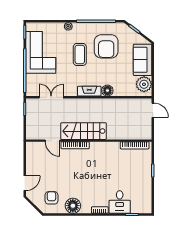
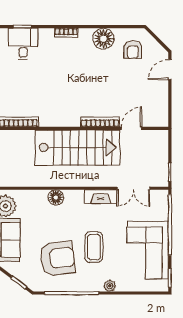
armchair: (106, 46) -> (57, 258), turned 83
fireplace: (89, 91) -> (100, 197), moved
stairs: (84, 131) -> (77, 148), width x1.36, depth x1.51
door: (53, 141) -> (131, 128), hinge flipped
desk: (120, 202) -> (23, 44), moved

